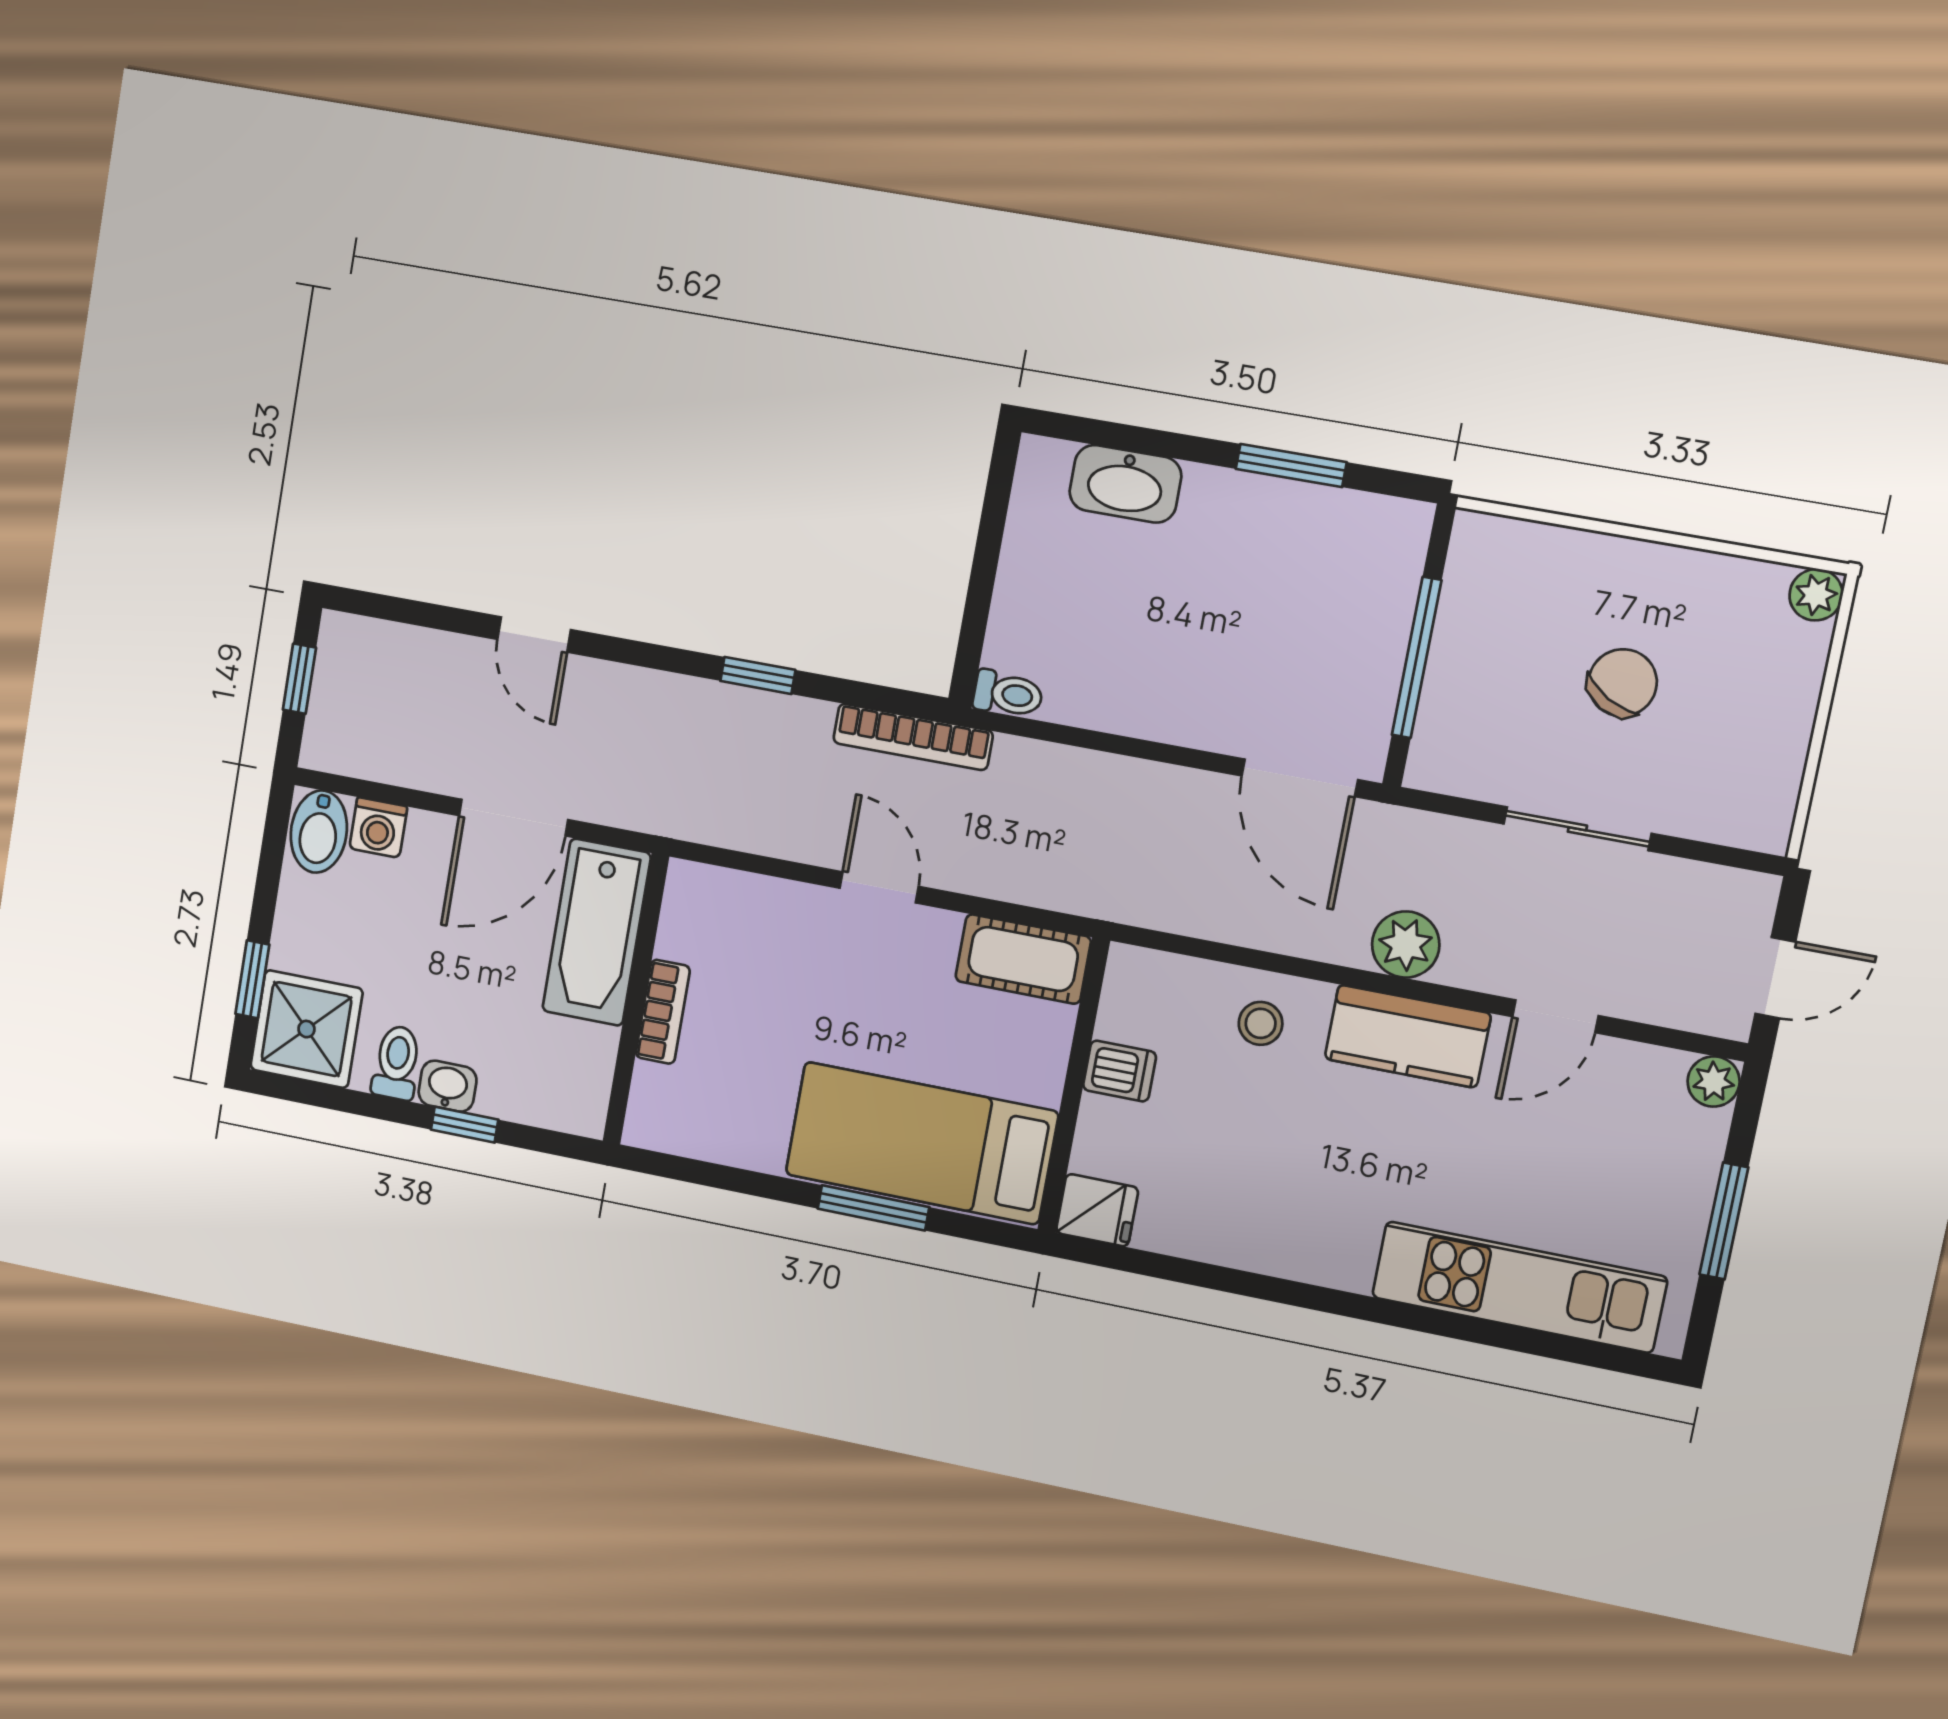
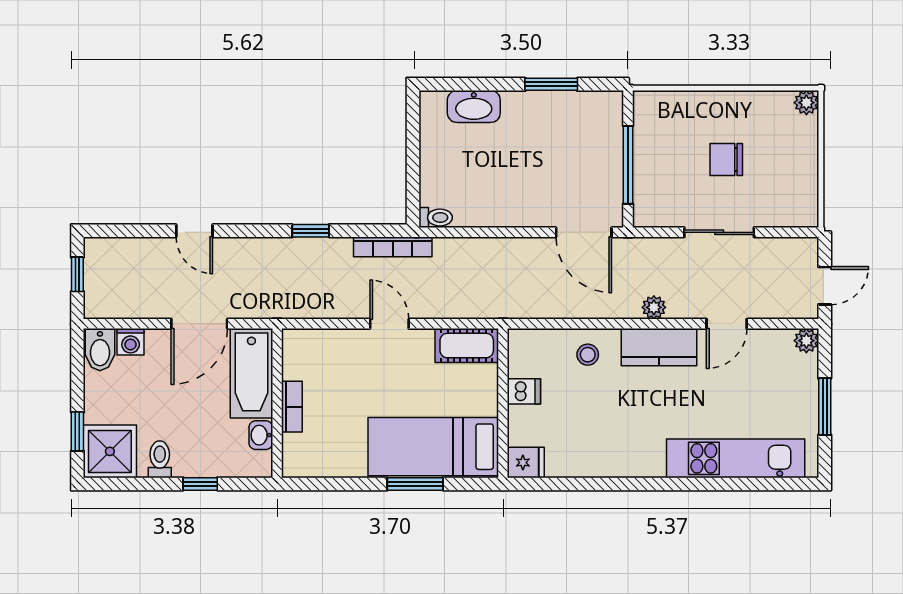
chair: (1622, 683) -> (726, 159), turned -120
plant: (1406, 945) -> (654, 307), width x0.73, depth x0.73
washbasin: (448, 1086) -> (261, 435), moved, turned -90

